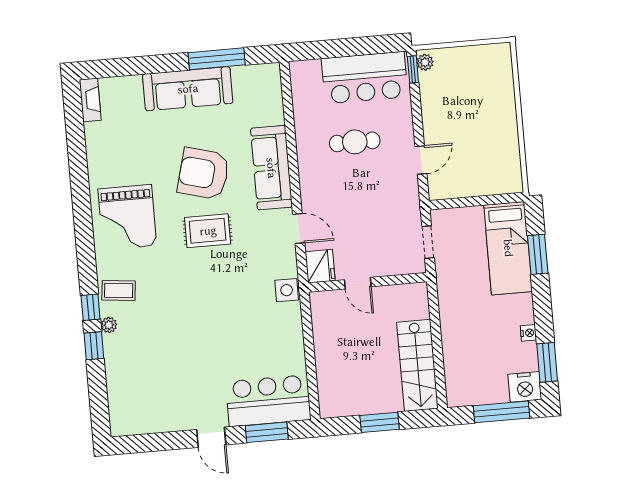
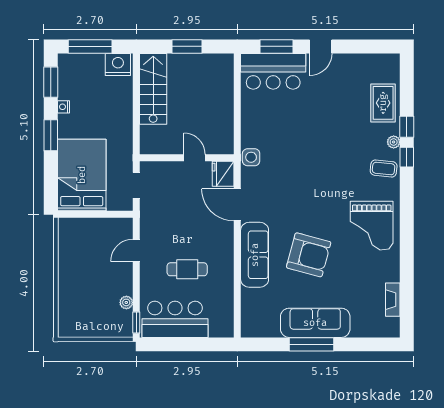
window: (217, 59) -> (311, 344), moved
plant: (425, 62) -> (126, 302), moved
fireplace: (90, 100) -> (393, 300), moved
grand piano: (127, 217) -> (372, 226), turned 180
door: (299, 229) -> (237, 205), width x1.38
rug: (208, 231) -> (383, 103), moved, turned 90
bed: (508, 248) -> (82, 175), width x1.50
window: (538, 254) -> (51, 135), moved
nightstand: (525, 387) -> (118, 64), moved
door: (211, 437) -> (321, 46), swing flipped

